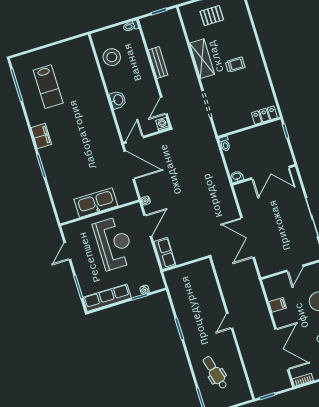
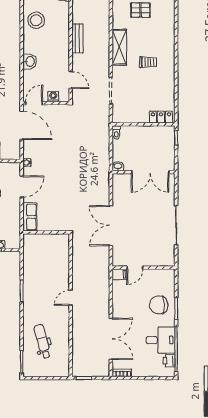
door: (164, 106) -> (71, 80), swing flipped
washing machine: (162, 124) -> (53, 97), moved
door: (295, 268) -> (135, 268), moved
filing cabinet: (277, 305) -> (119, 274), moved

